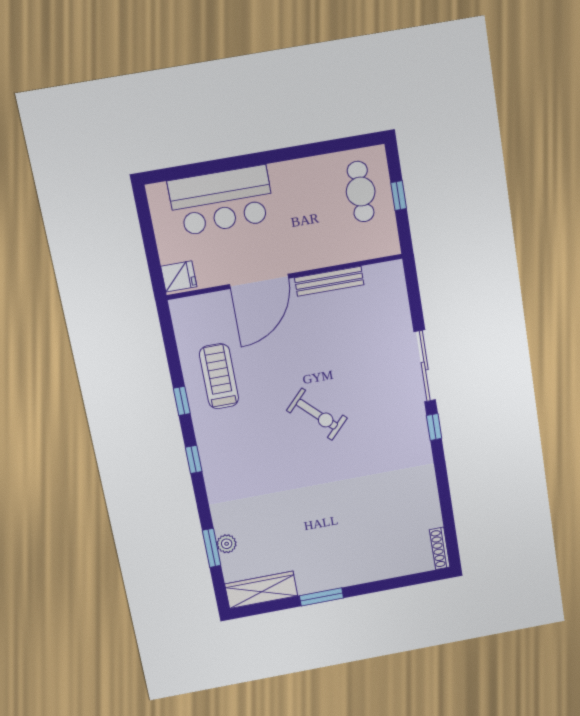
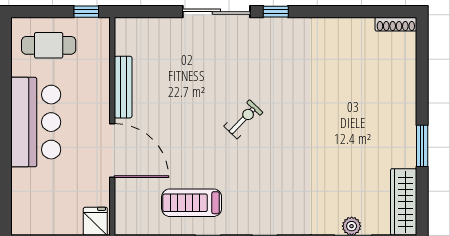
window: (399, 196) -> (86, 12), moved
bar counter: (222, 201) -> (36, 122), moved
exercise bike: (317, 414) -> (243, 119), width x0.73, depth x0.72

